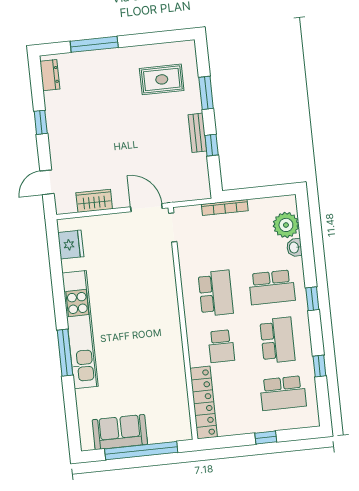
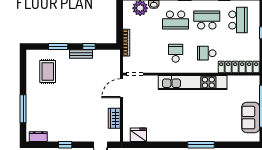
school desk: (272, 287) -> (176, 20), turned 90
school desk: (216, 293) -> (176, 53), width x0.54
kitchen unit: (80, 330) -> (193, 83), moved, turned 180
school desk: (221, 346) -> (207, 53), turned 180

